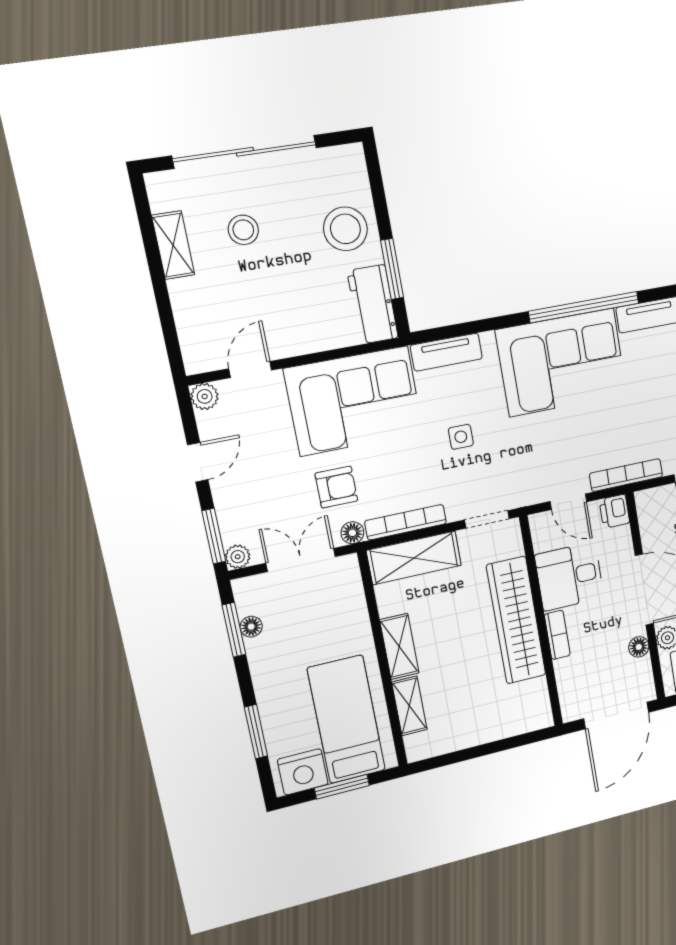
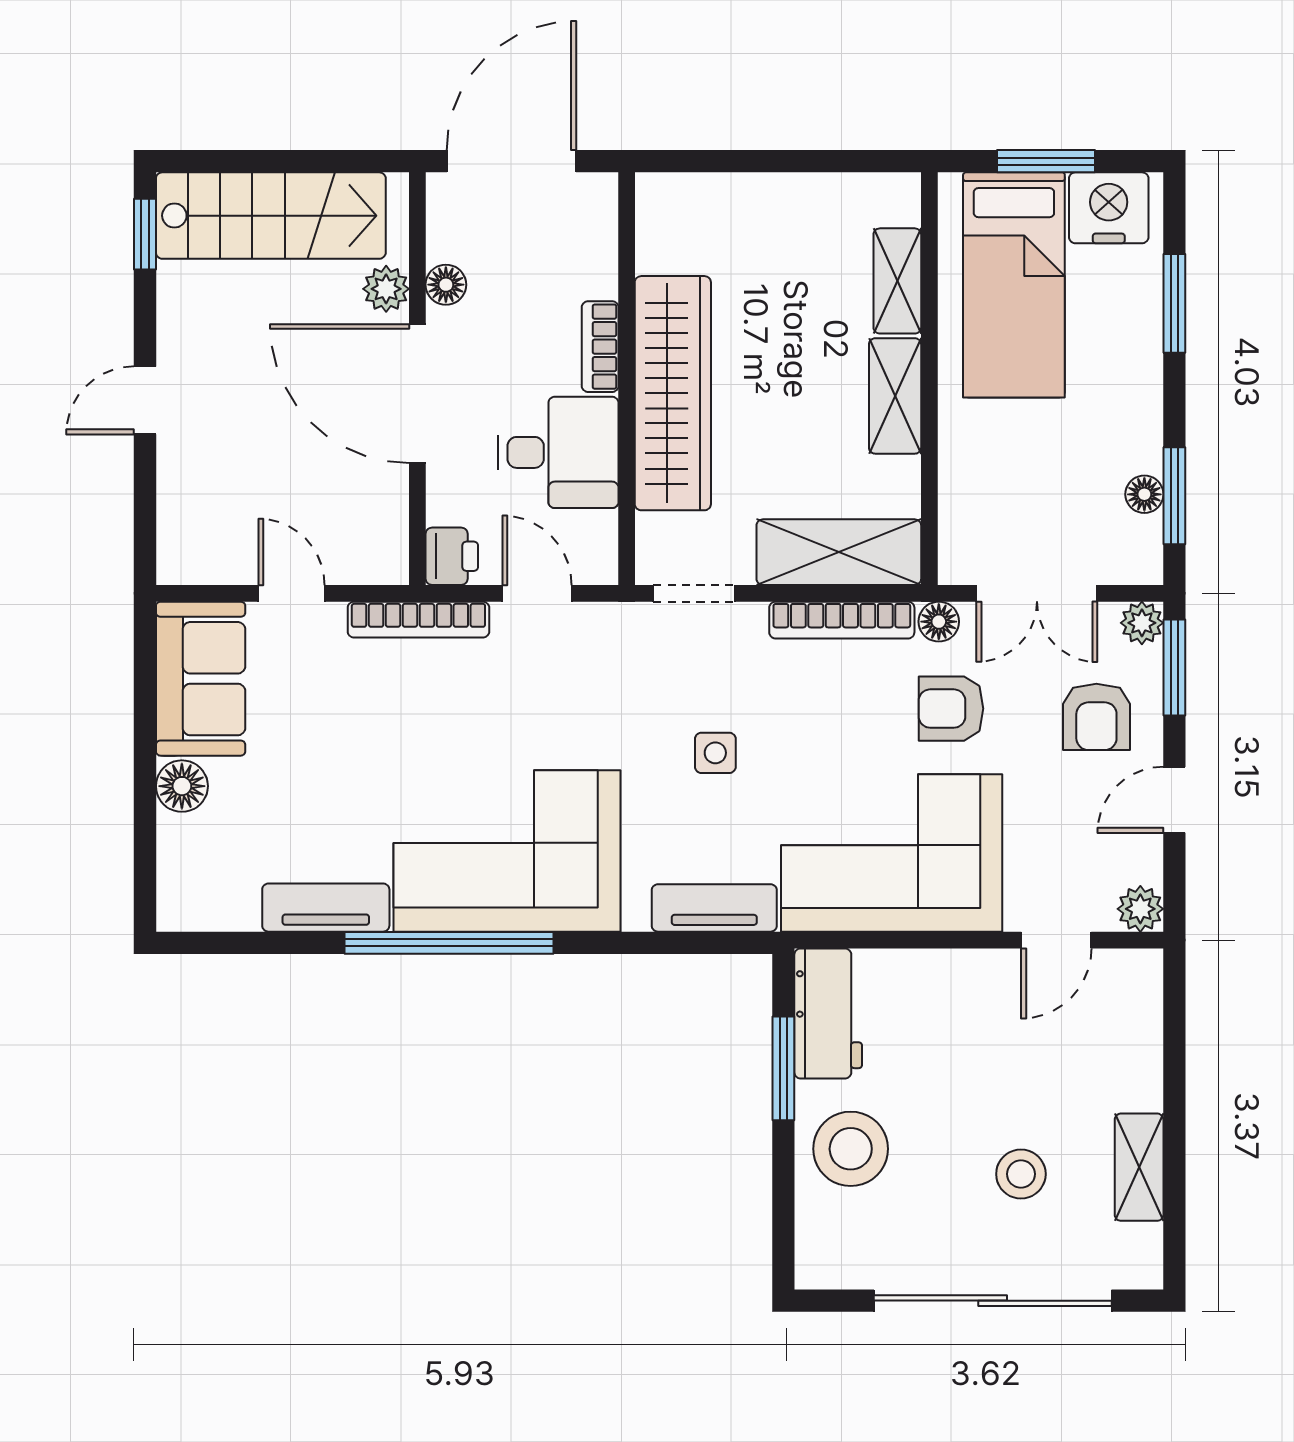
armchair: (253, 499) -> (1096, 717), added

